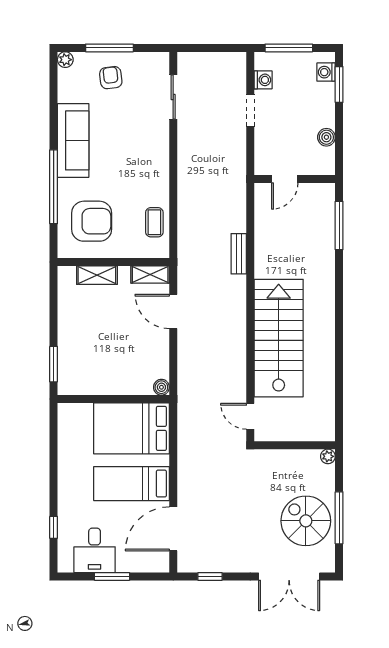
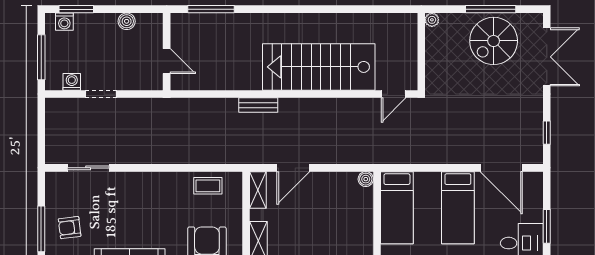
bench: (239, 254) -> (258, 105), moved
bed: (131, 428) -> (397, 208), width x0.67

